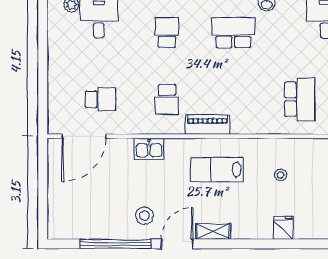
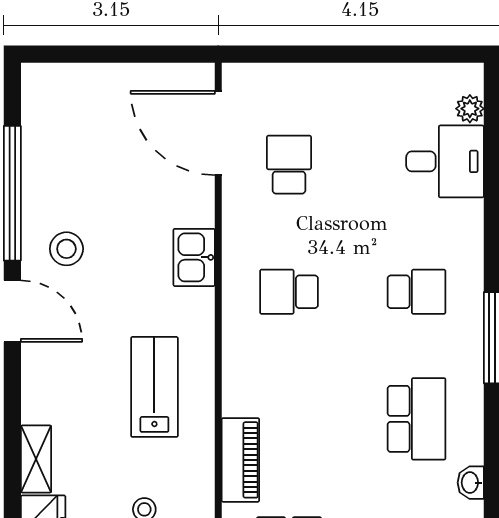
school desk: (101, 99) -> (289, 165), turned 180
piano: (208, 125) -> (240, 460), moved
shelving: (213, 231) -> (36, 459), moved

